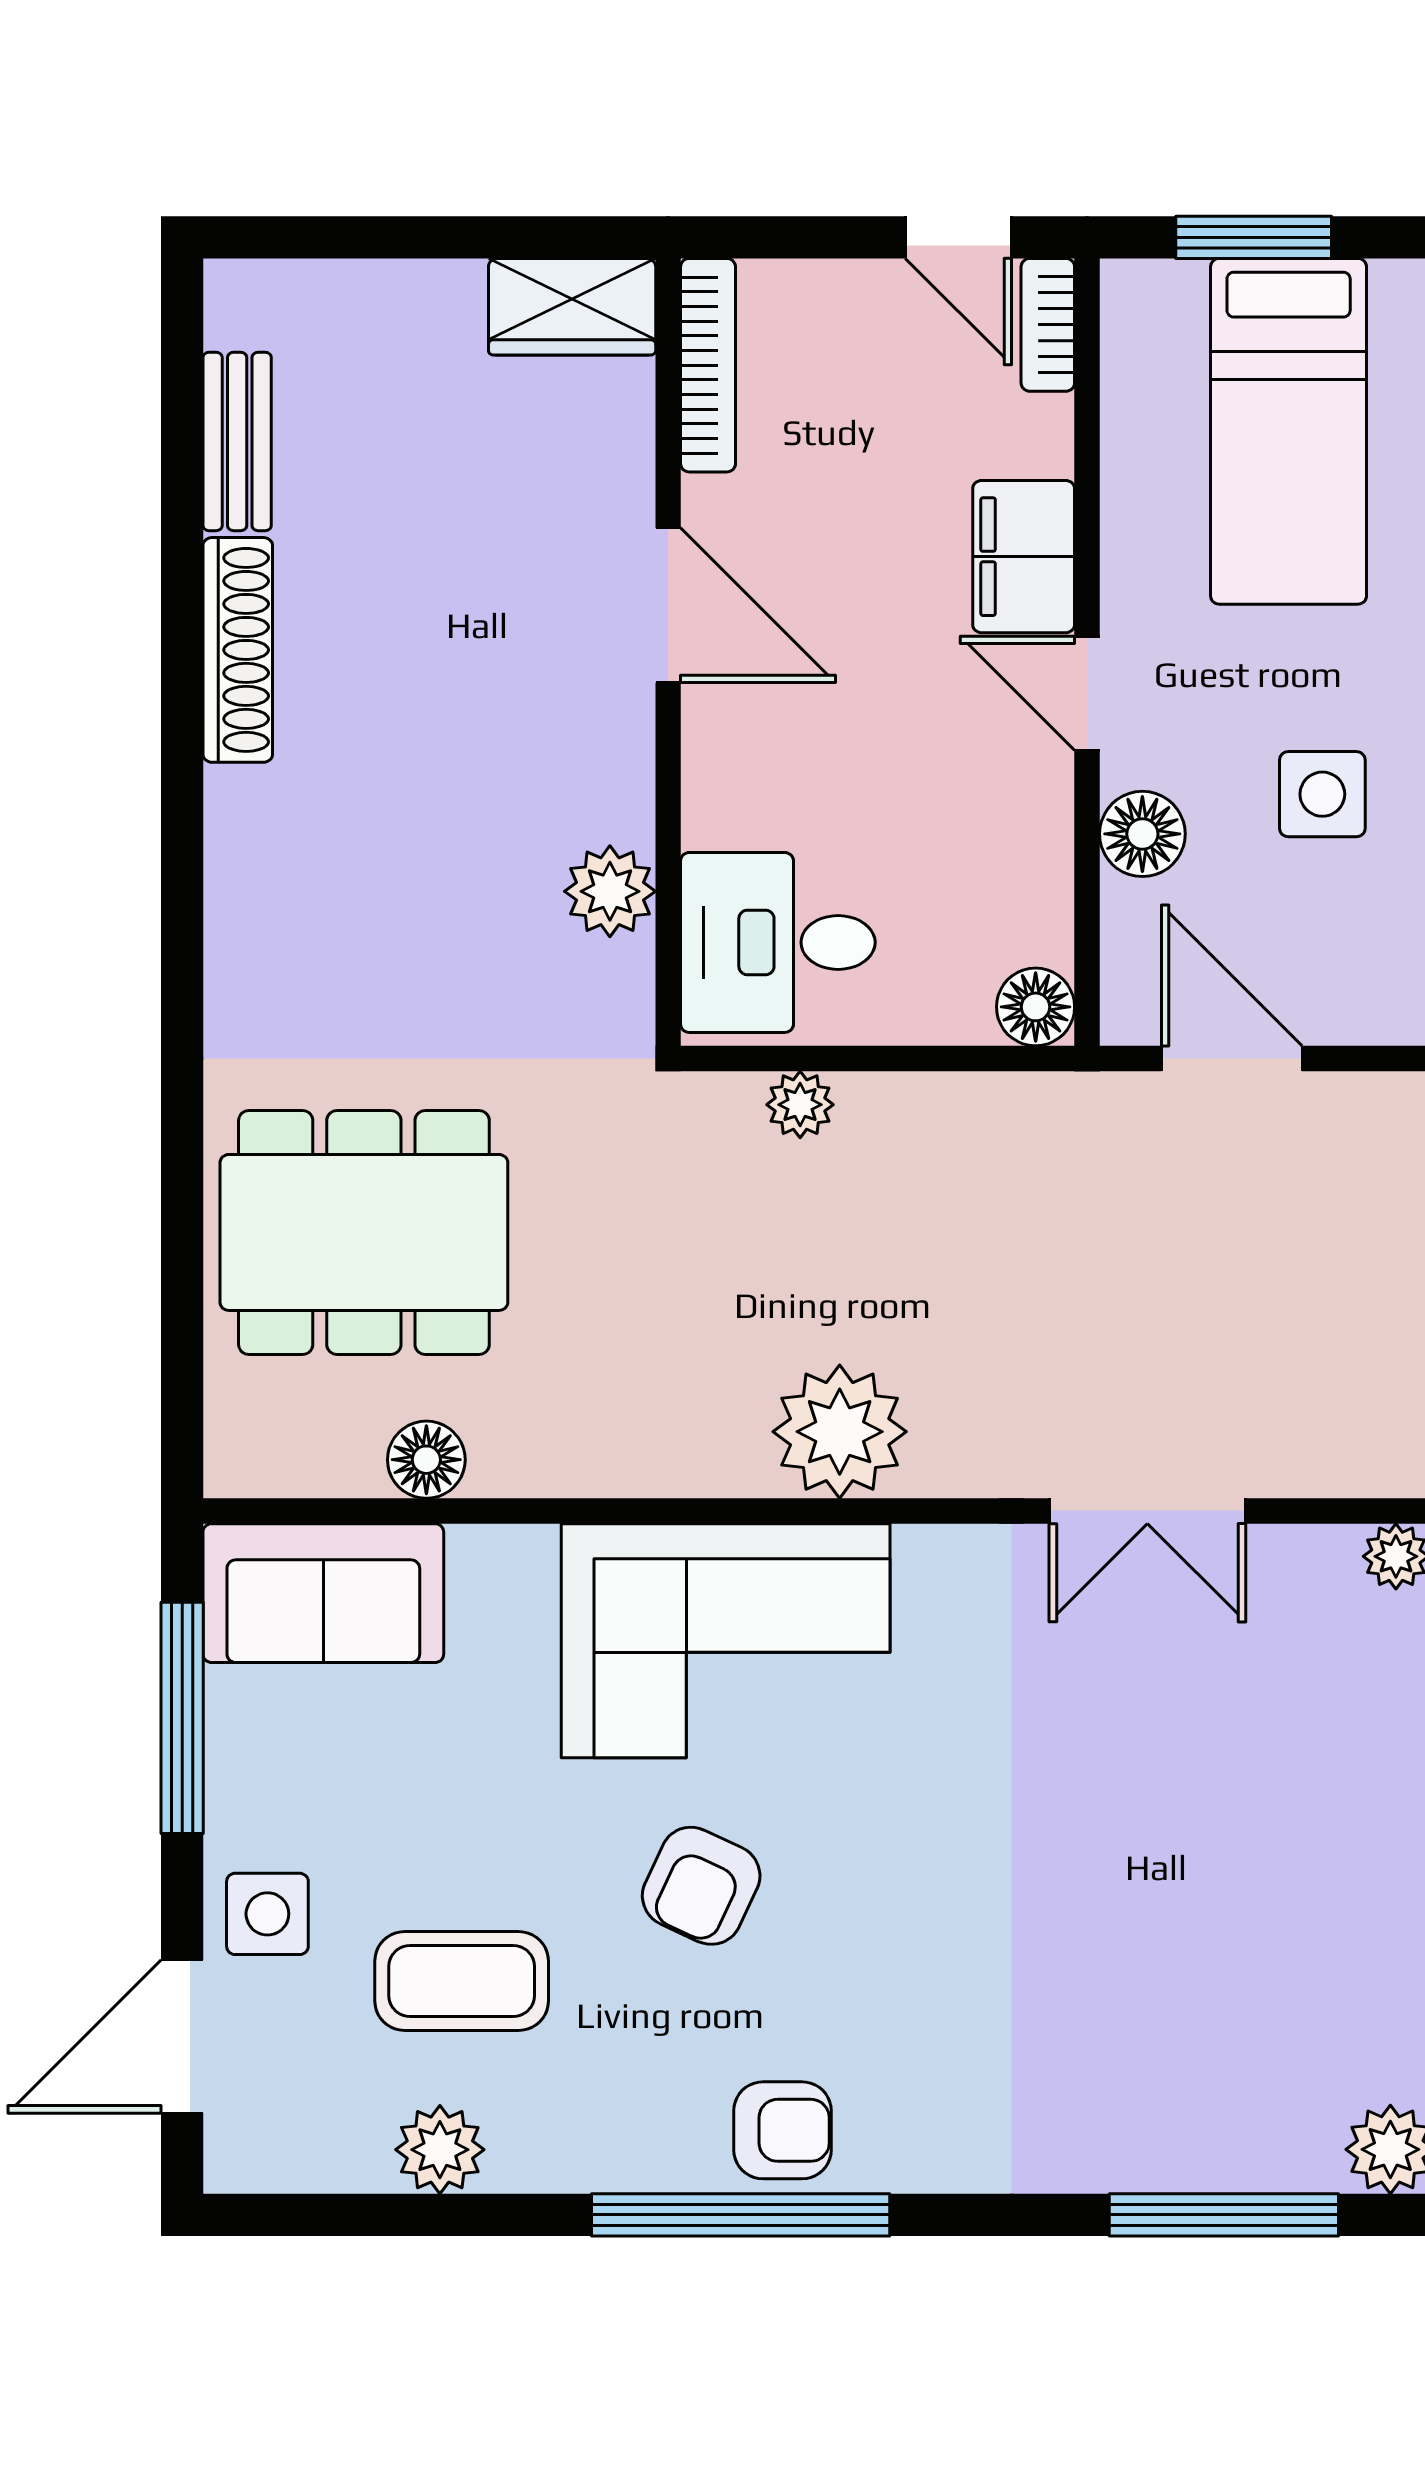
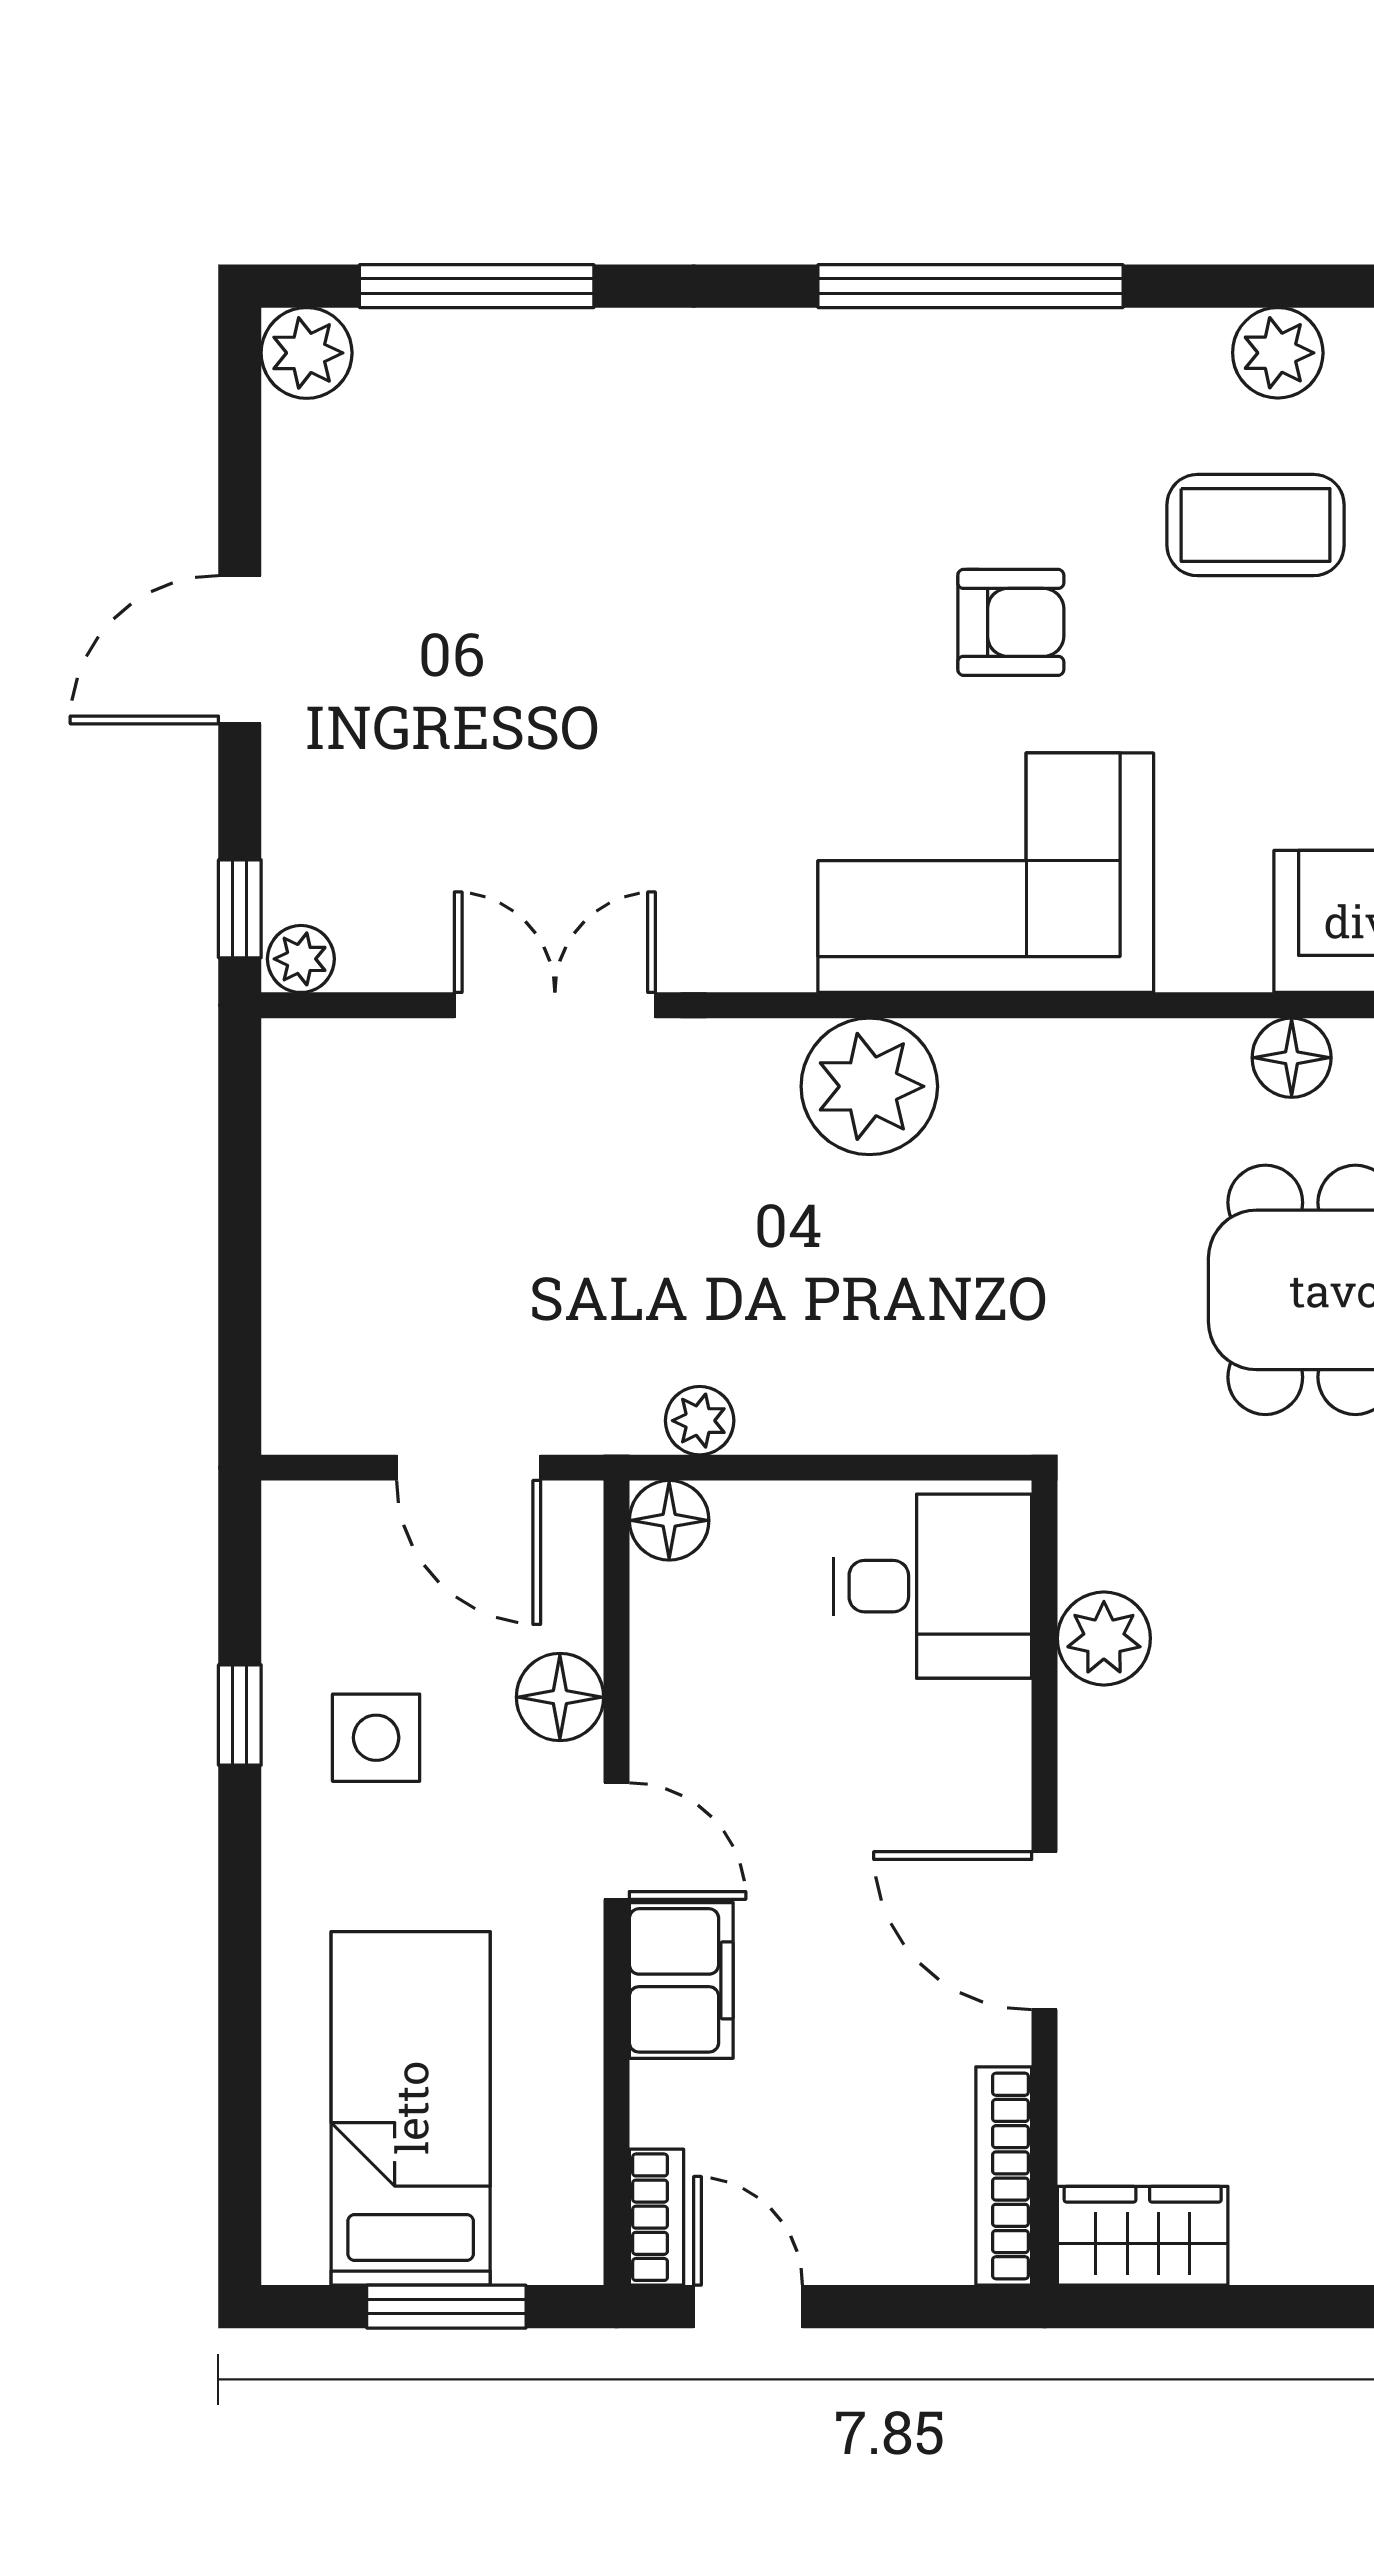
plant: (800, 1105) -> (700, 1421), moved
armchair: (701, 1886) -> (1011, 622), turned 65
armchair: (783, 2130) -> (928, 373), removed

